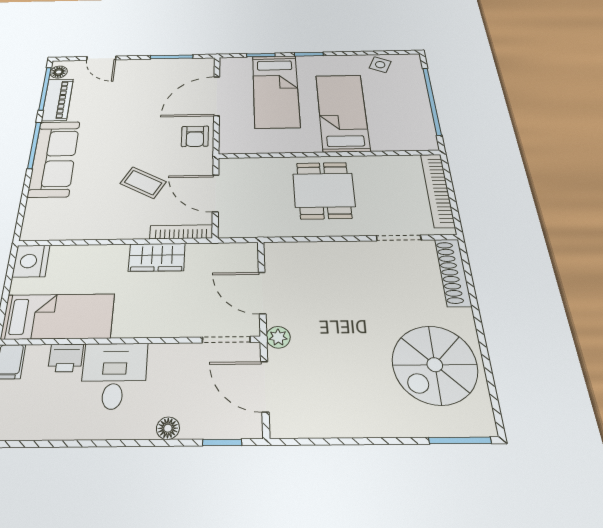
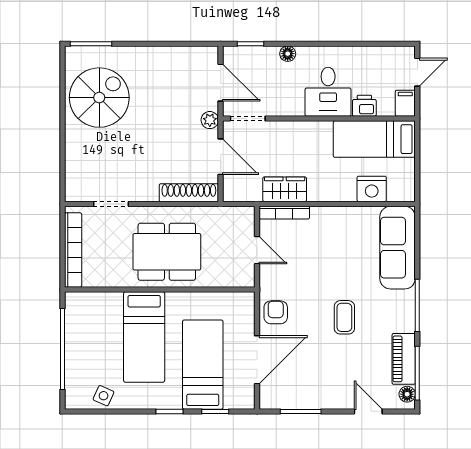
sofa: (54, 158) -> (398, 248), moved
coffee table: (143, 183) -> (344, 317), moved, turned 61
dining table: (324, 190) -> (167, 252), width x1.38
door: (216, 193) -> (257, 250), width x0.73
wardrobe: (157, 257) -> (285, 189), moved
nightstand: (31, 261) -> (372, 189), moved, turned 90
shoe rack: (453, 272) -> (189, 193), moved, turned -90

